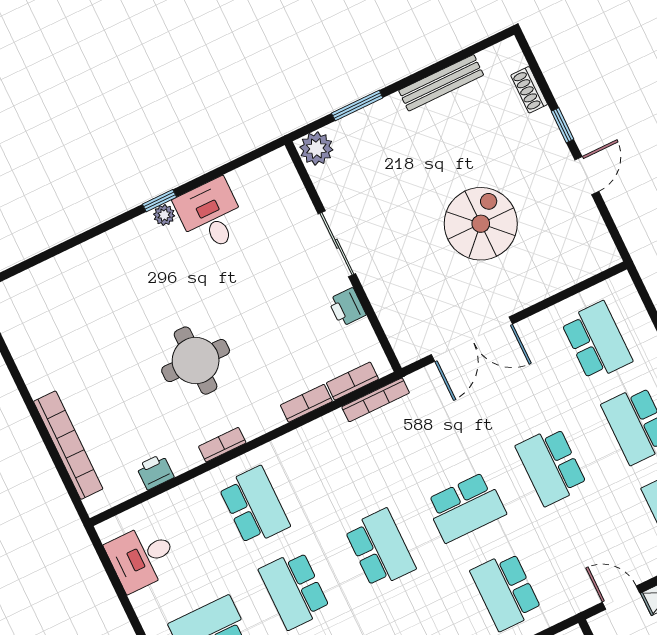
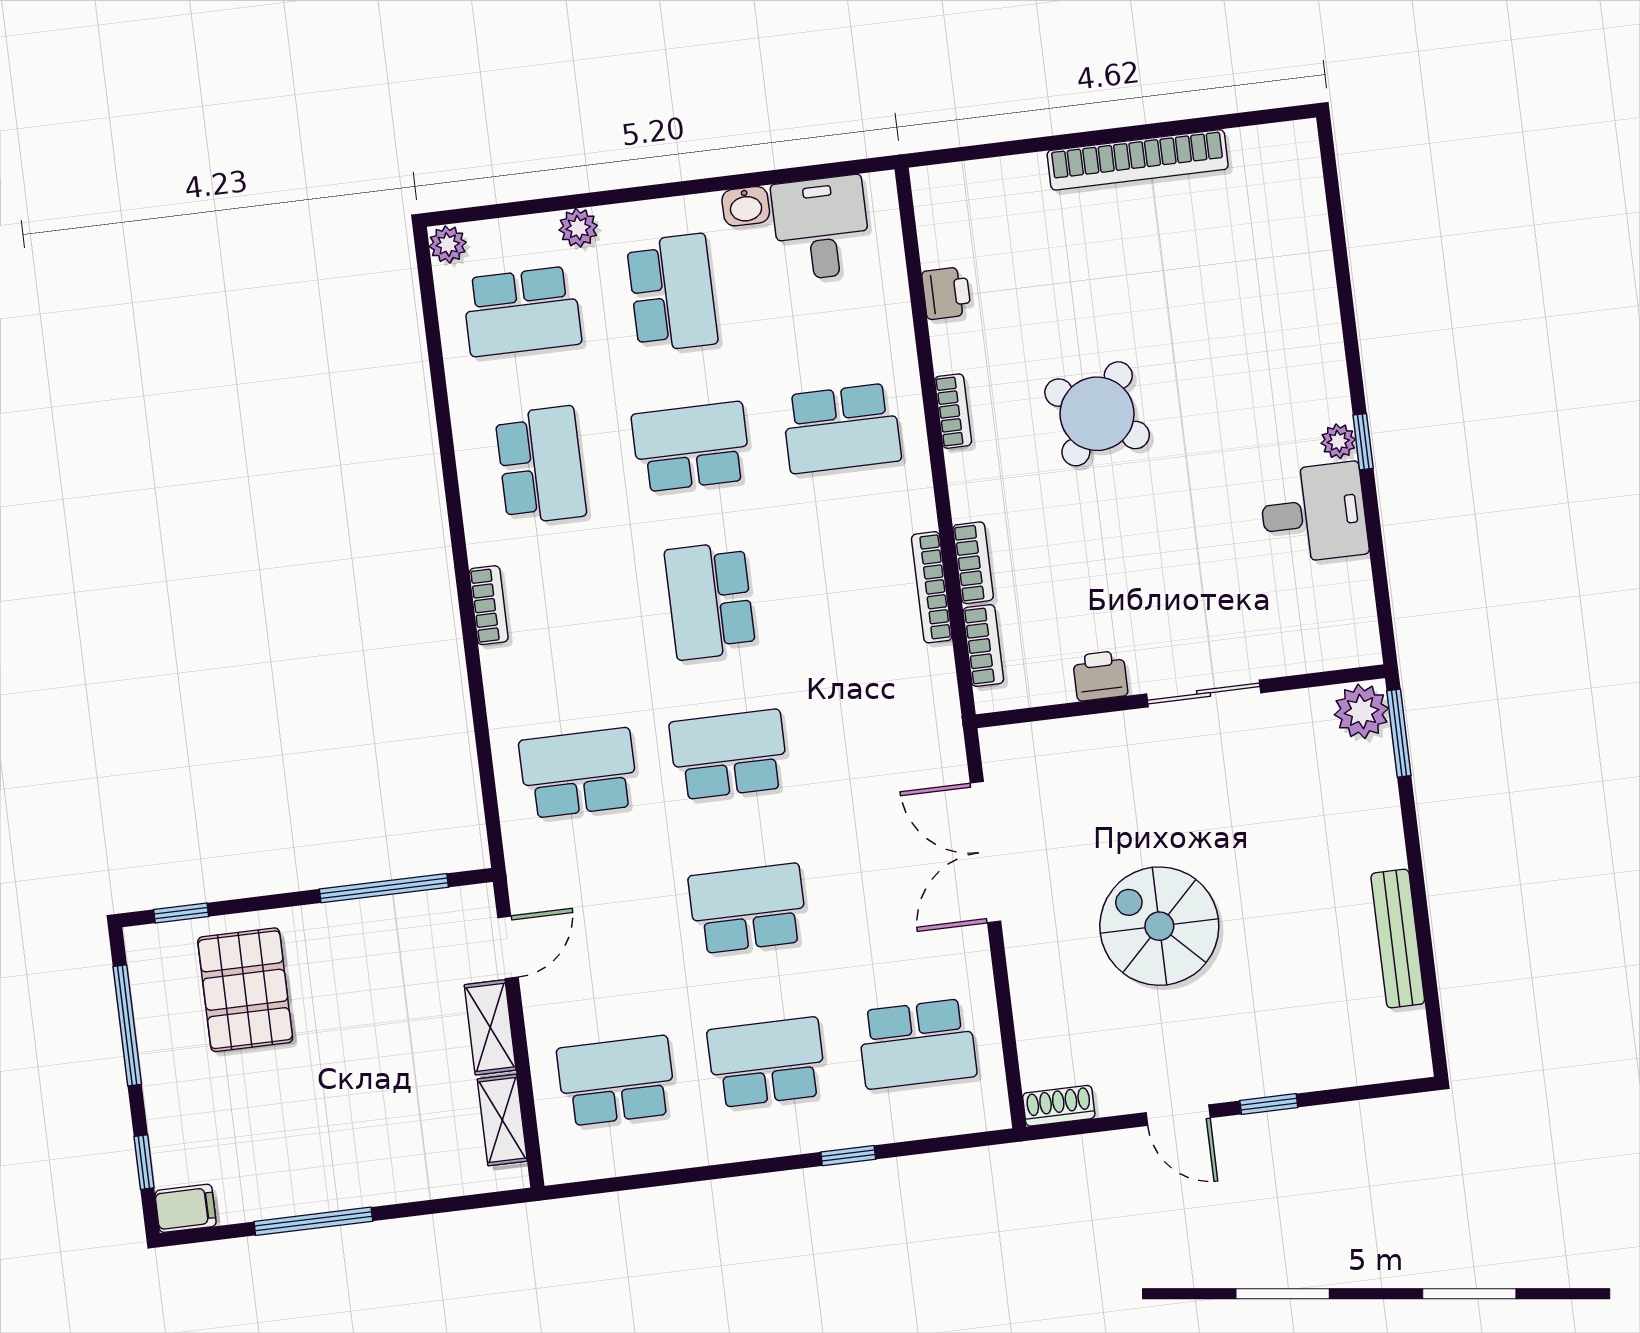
shoe rack: (529, 90) -> (1059, 1106), moved
window: (357, 105) -> (1399, 733), moved
spiral stairs: (481, 224) -> (1159, 926), turned 180
round table: (196, 361) -> (1097, 414), turned 36
bookcase: (376, 400) -> (932, 587), moved
bookcase: (68, 445) -> (1138, 160), moved
school desk: (466, 507) -> (729, 755), turned 90
school desk: (380, 548) -> (710, 601), turned 90
washbasin: (144, 605) -> (746, 206), added

